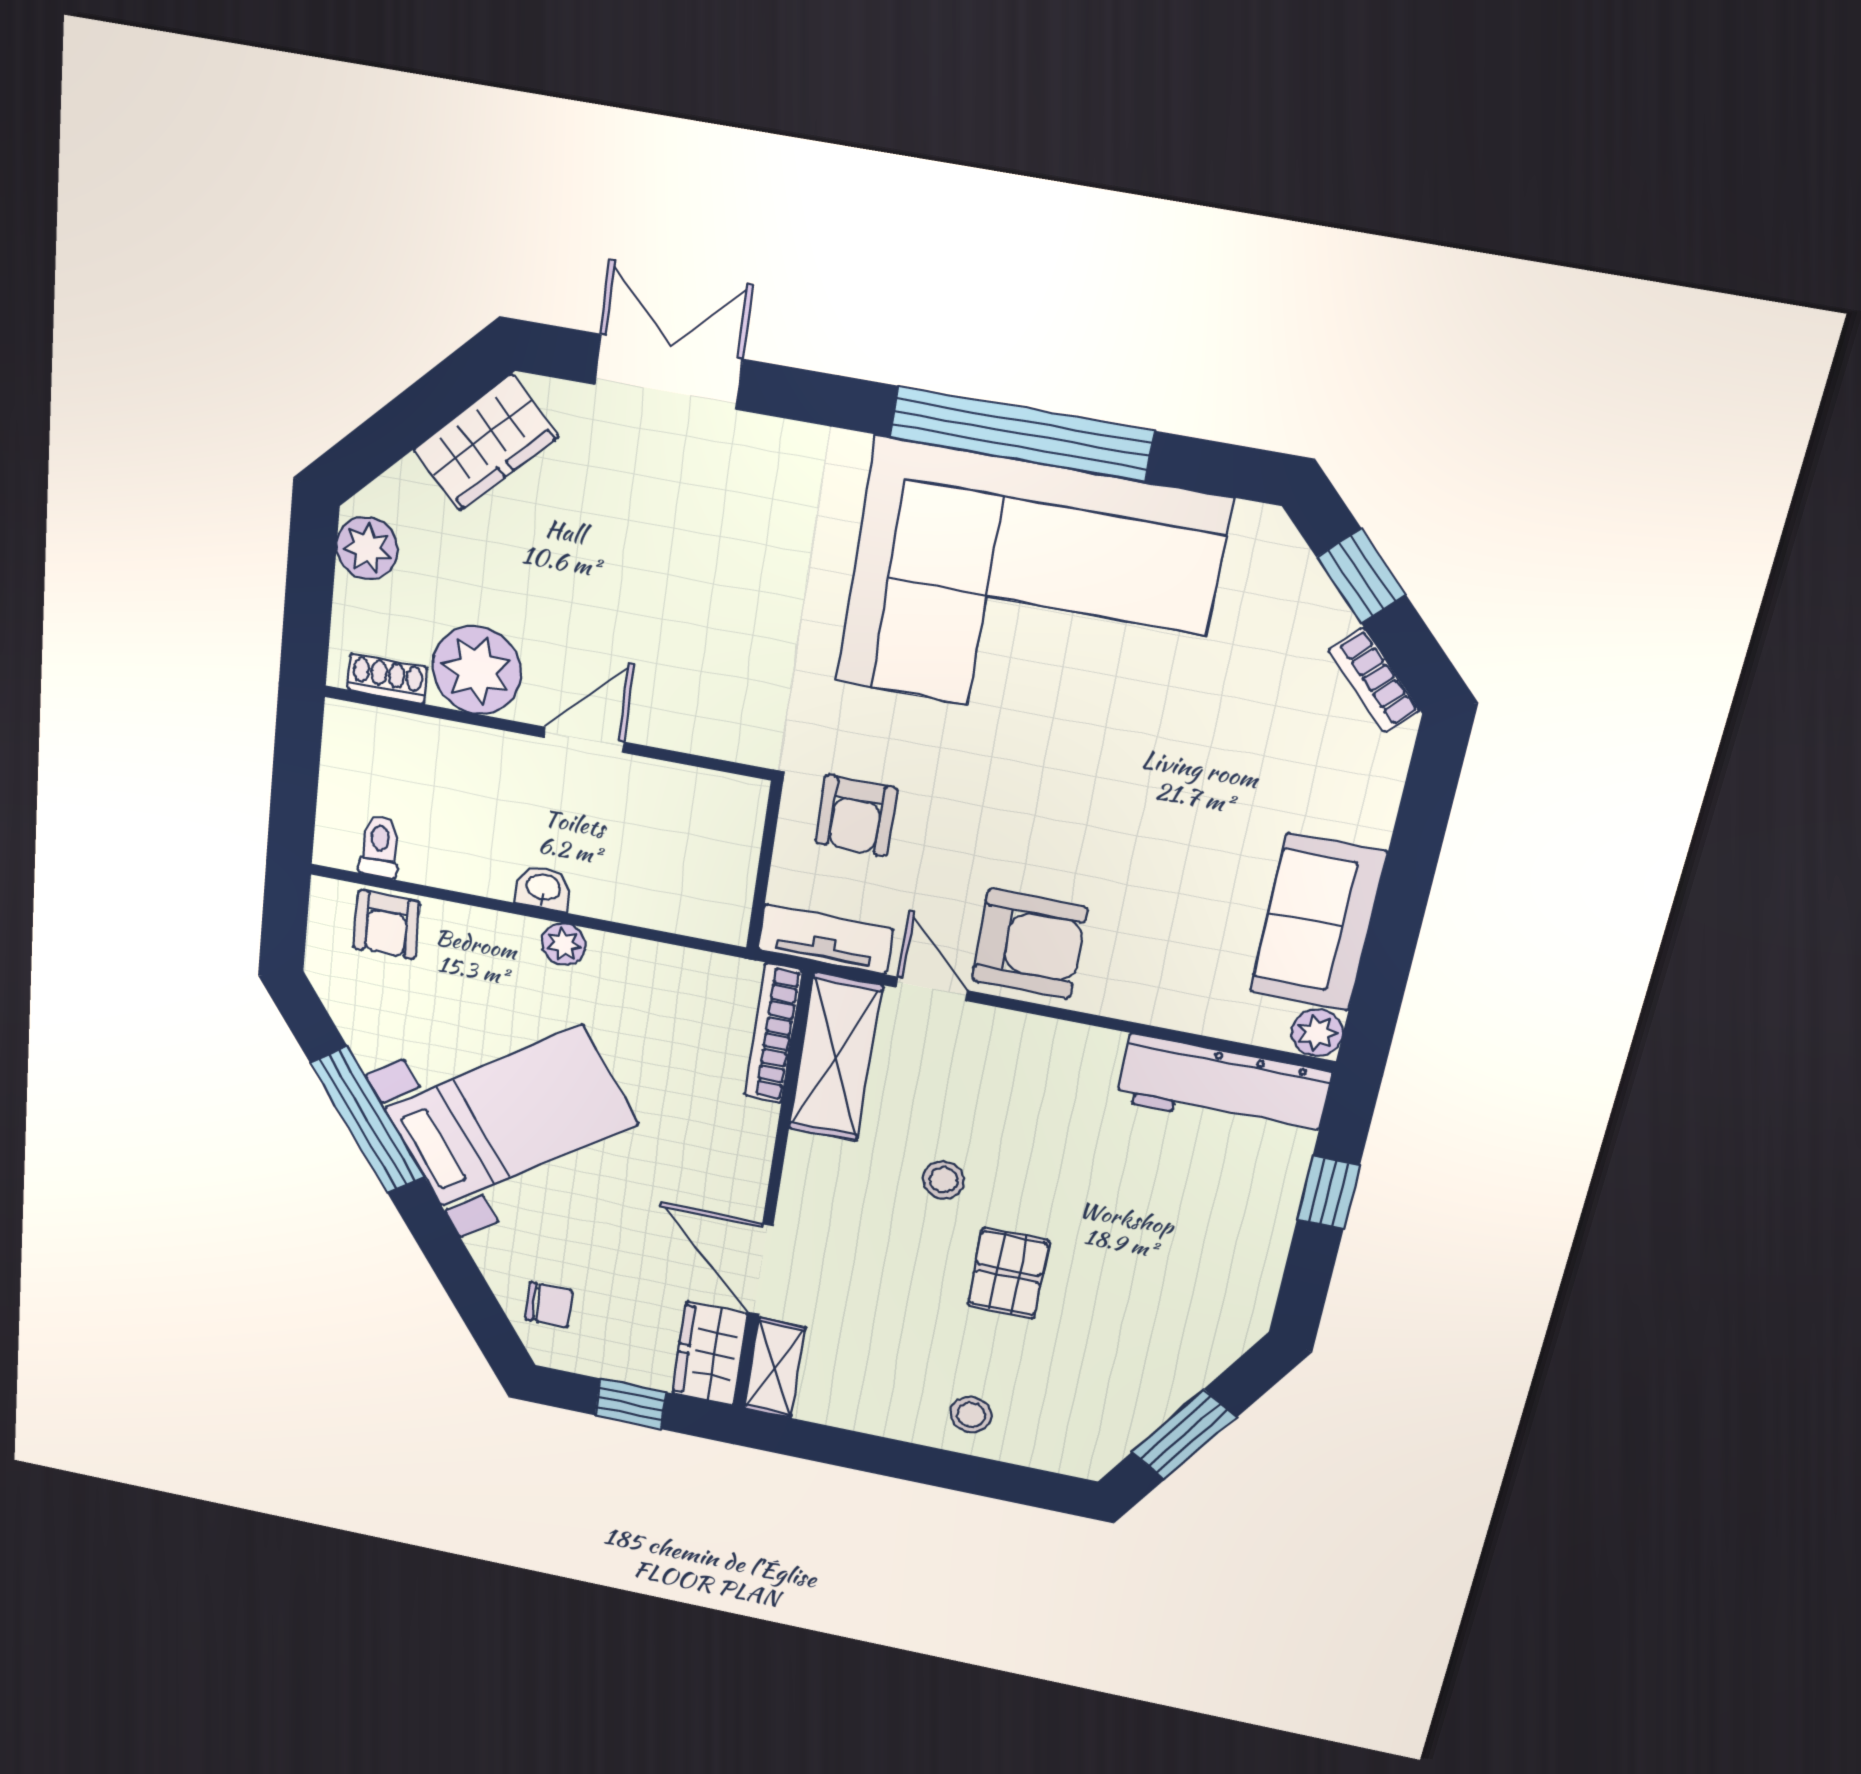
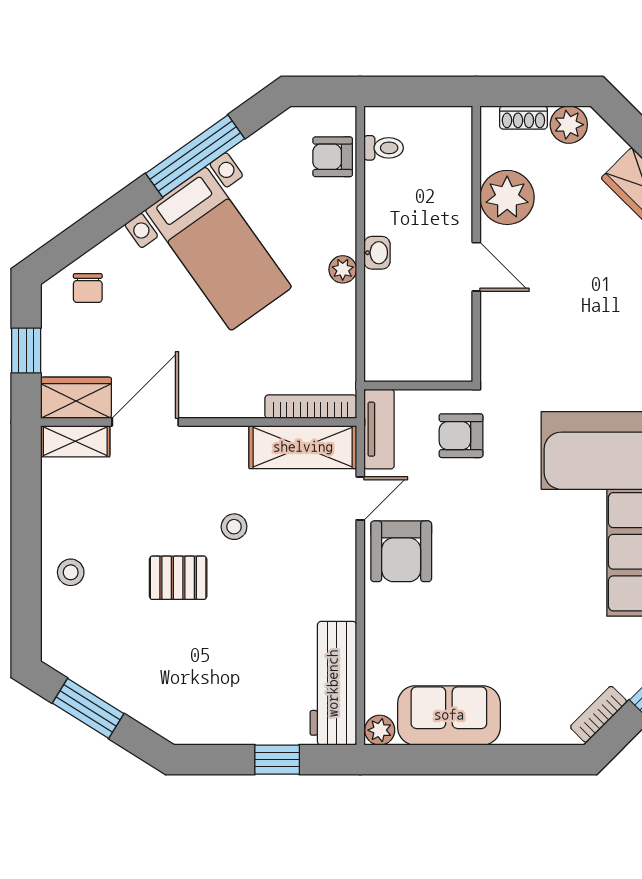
shoe rack: (387, 678) -> (523, 118), moved, turned 90

